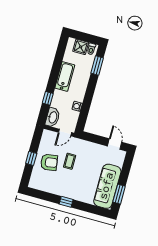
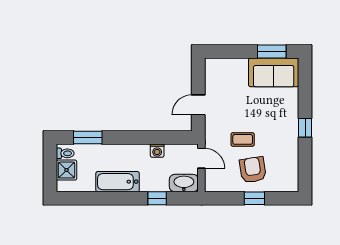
door: (115, 144) -> (198, 105), moved
sofa: (107, 186) -> (274, 72), width x0.73

